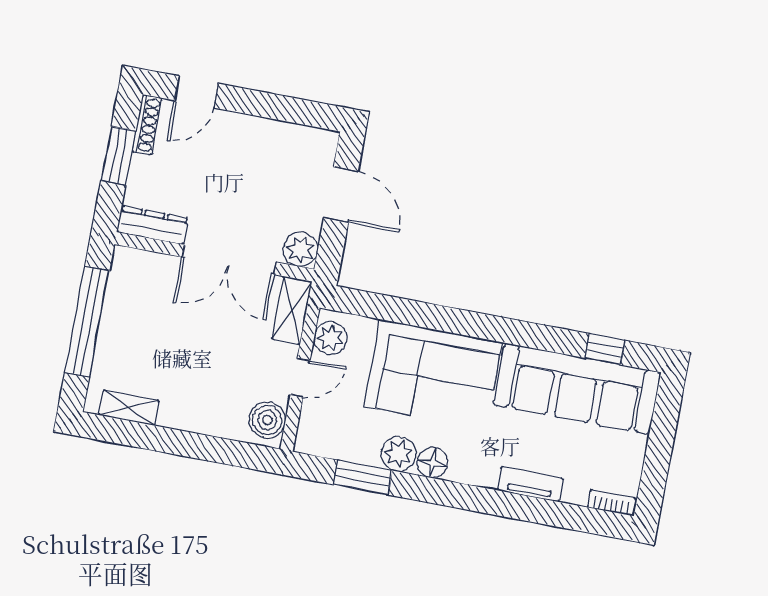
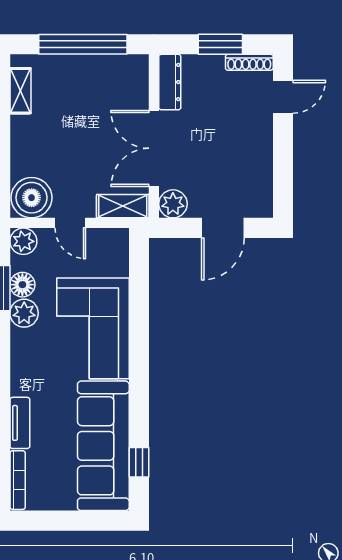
door: (196, 92) -> (283, 97), swing flipped
plant: (330, 338) -> (23, 241), moved
boiler: (267, 420) -> (32, 198), width x1.37, depth x1.37
floor lamp: (433, 463) -> (22, 285), moved
bookcase: (612, 503) -> (18, 480), width x1.56

